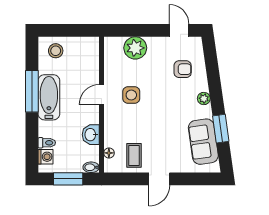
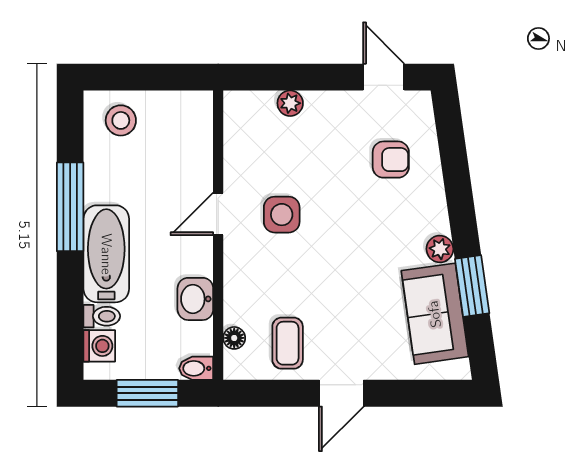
plant: (135, 48) -> (290, 103), width x0.53, depth x0.53
bathtub: (49, 97) -> (106, 254), moved
plant: (204, 99) -> (440, 249), moved

